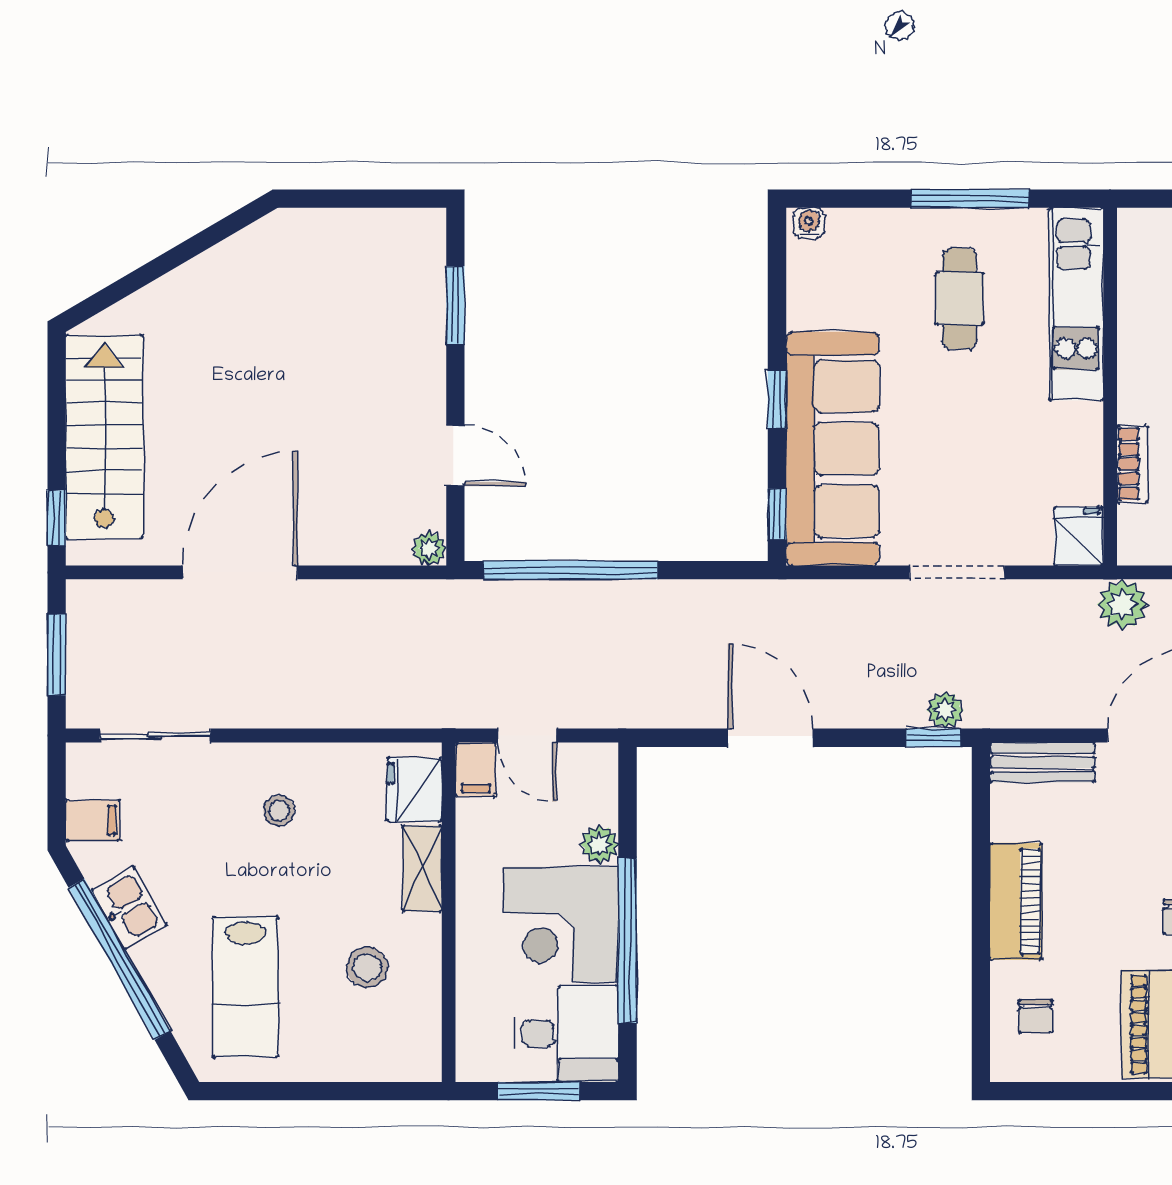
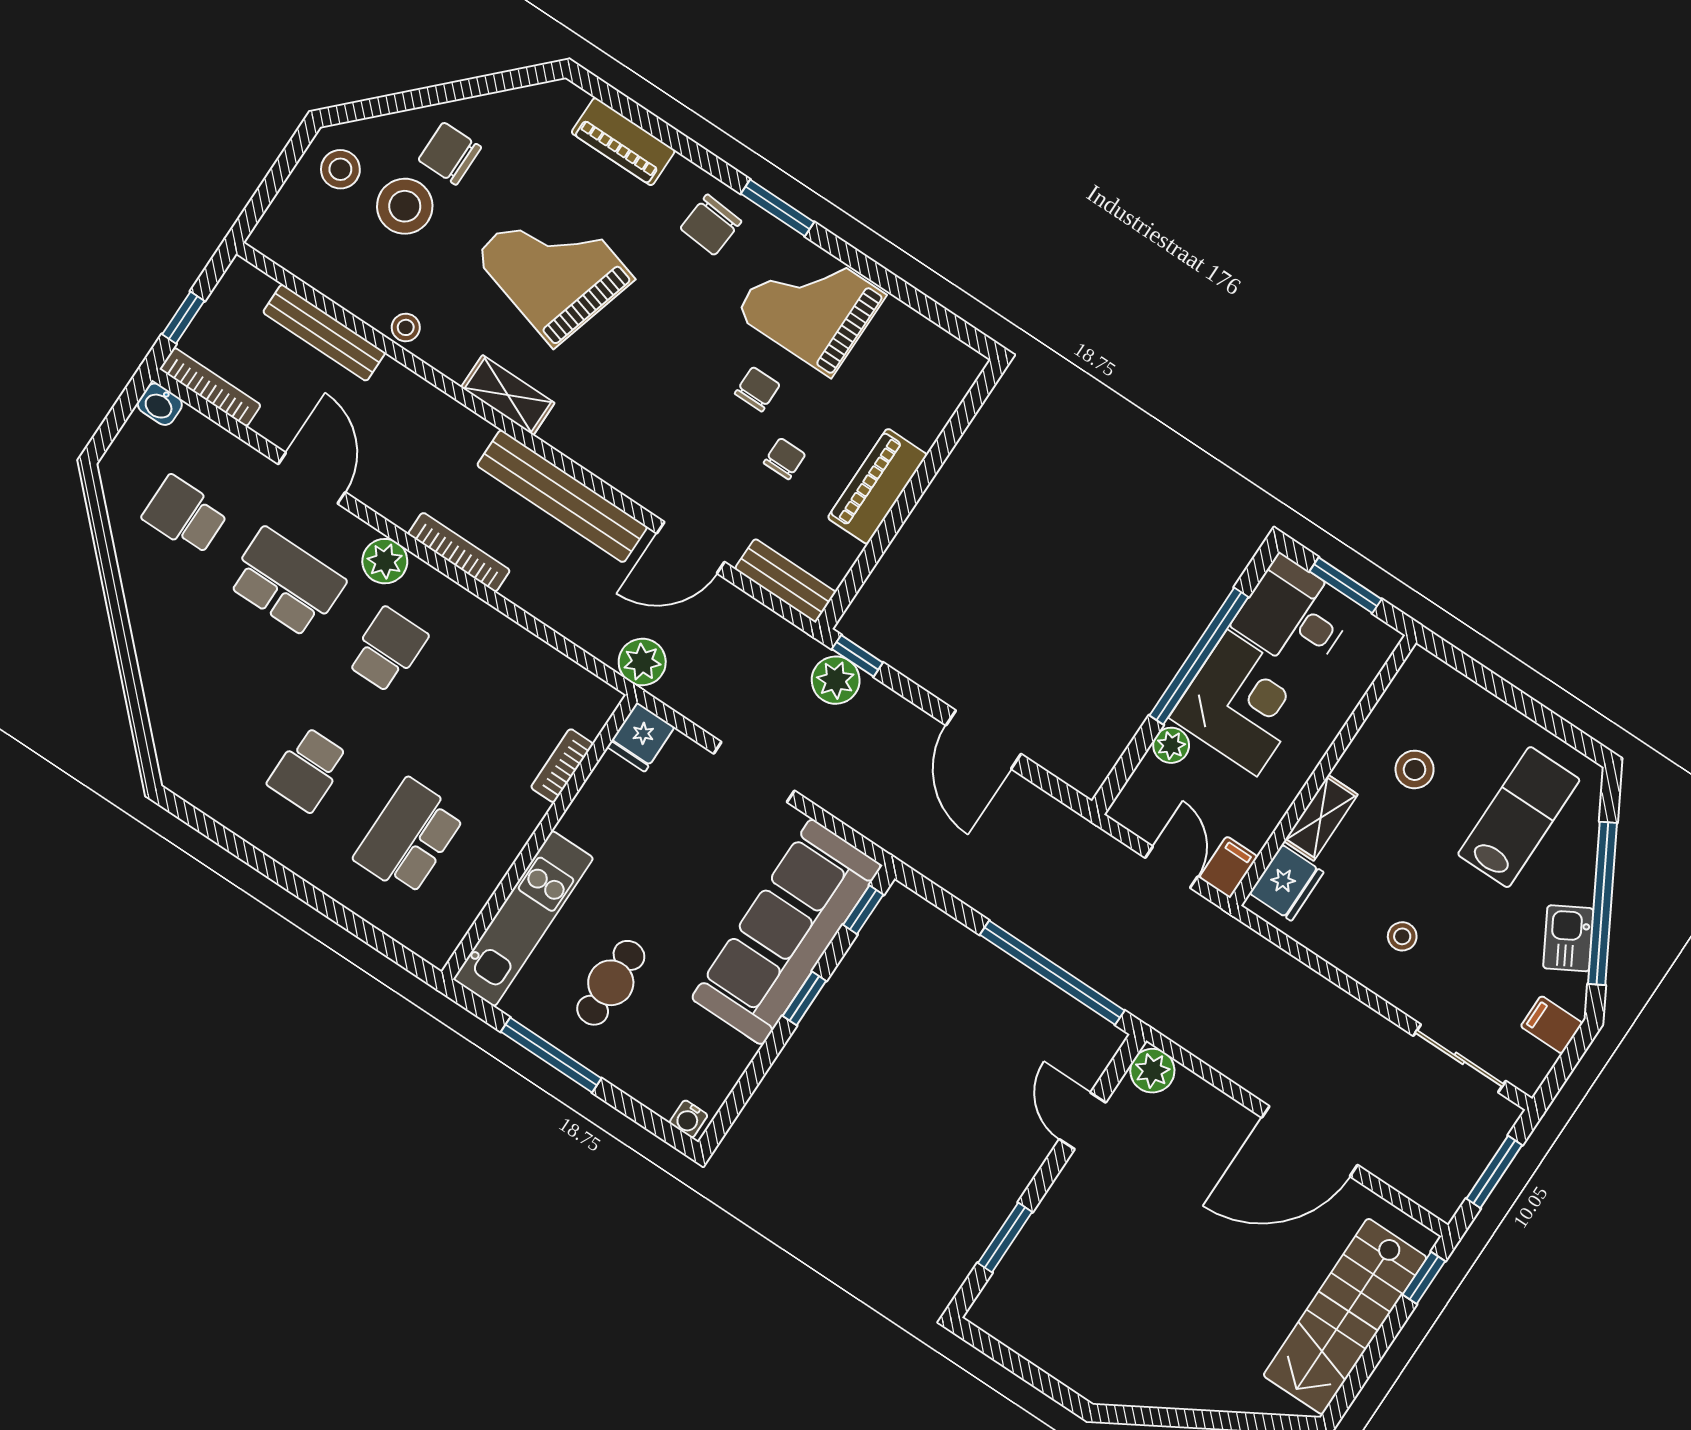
plant: (429, 548) -> (1152, 1071), width x1.38, depth x1.38
plant: (945, 710) -> (836, 680), width x1.38, depth x1.38
chair: (1036, 1016) -> (785, 459), moved

